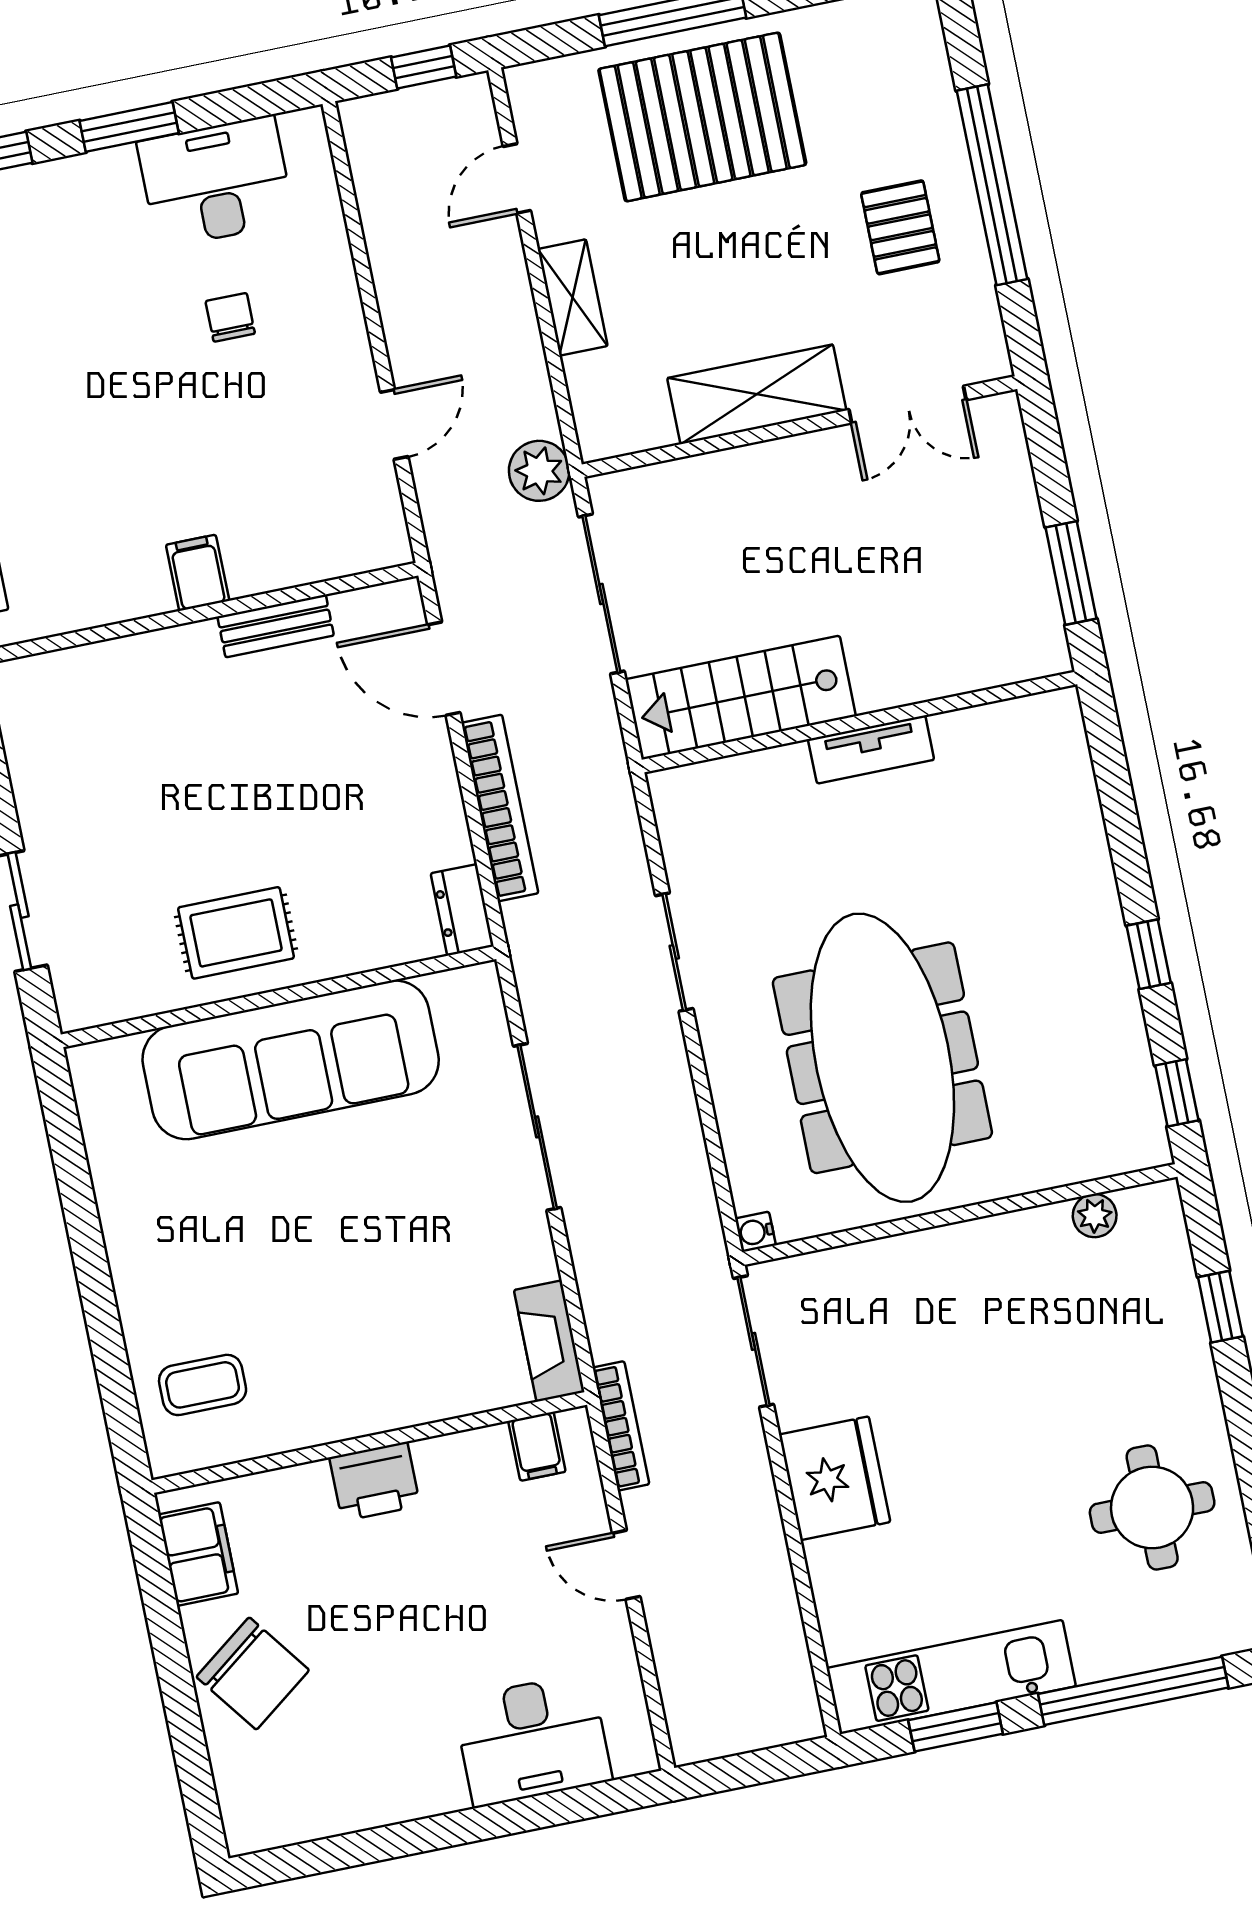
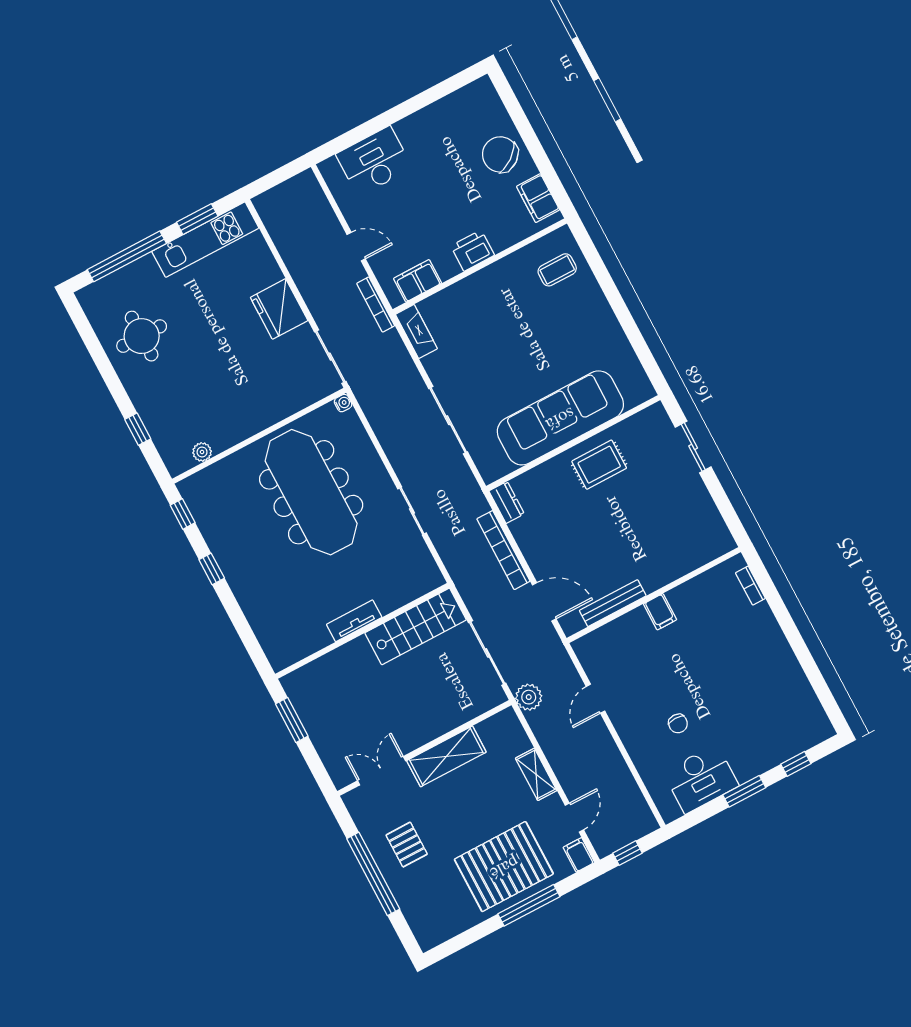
filing cabinet: (531, 94) -> (579, 855), added
bench: (276, 626) -> (613, 603), width x1.36
filing cabinet: (537, 1446) -> (418, 281), width x2.00

